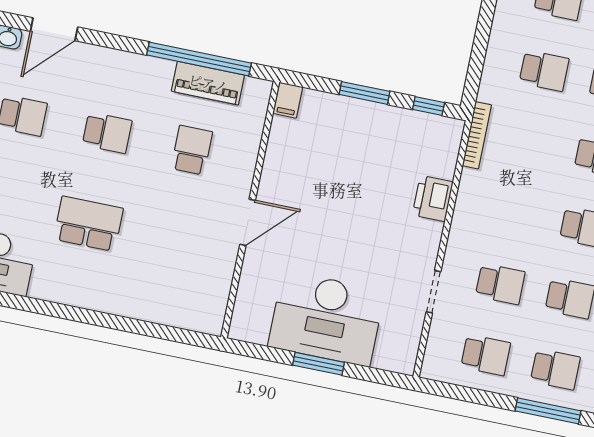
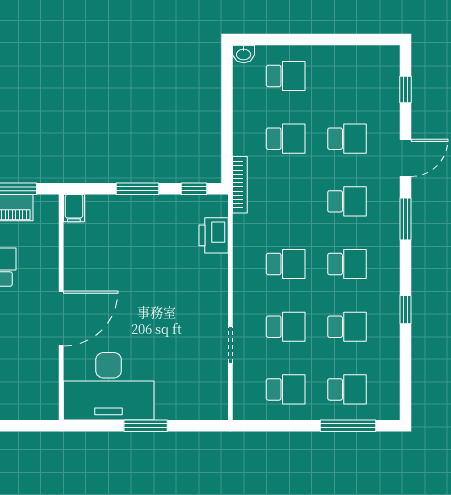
bookcase: (477, 135) -> (240, 185), moved
printer: (433, 198) -> (214, 235), moved
school desk: (515, 213) -> (286, 264), added
door: (248, 222) -> (61, 319), width x1.36
desk: (326, 319) -> (109, 386), moved

